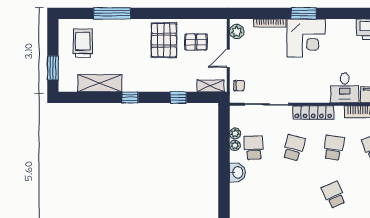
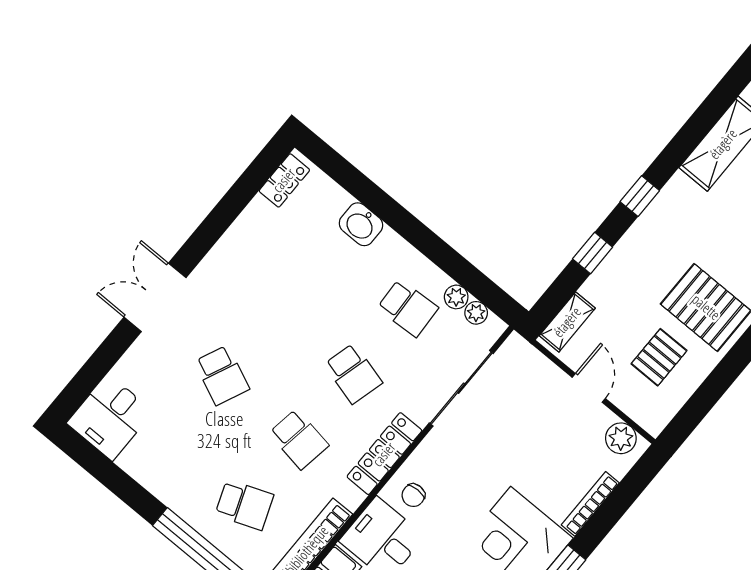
chair: (239, 86) -> (413, 495), moved
window: (130, 97) -> (640, 196), moved
plant: (235, 145) -> (476, 313), moved
washbasin: (237, 172) -> (361, 224), moved
school desk: (334, 195) -> (222, 375), turned 48

